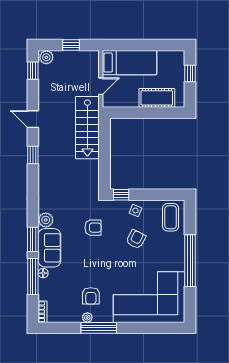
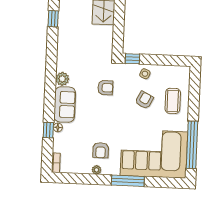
coffee table: (171, 217) -> (173, 101), moved
window: (33, 239) -> (50, 96), removed
window: (190, 261) -> (192, 145), moved
window: (33, 276) -> (48, 130), width x0.46
window: (99, 328) -> (128, 181), moved

